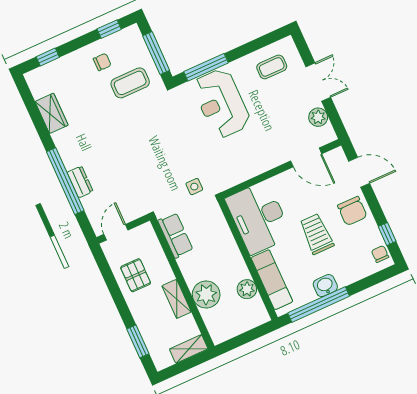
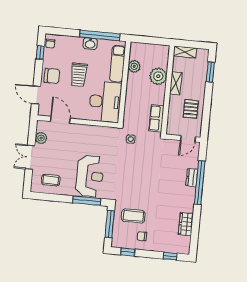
chair: (352, 211) -> (52, 76), turned 90

